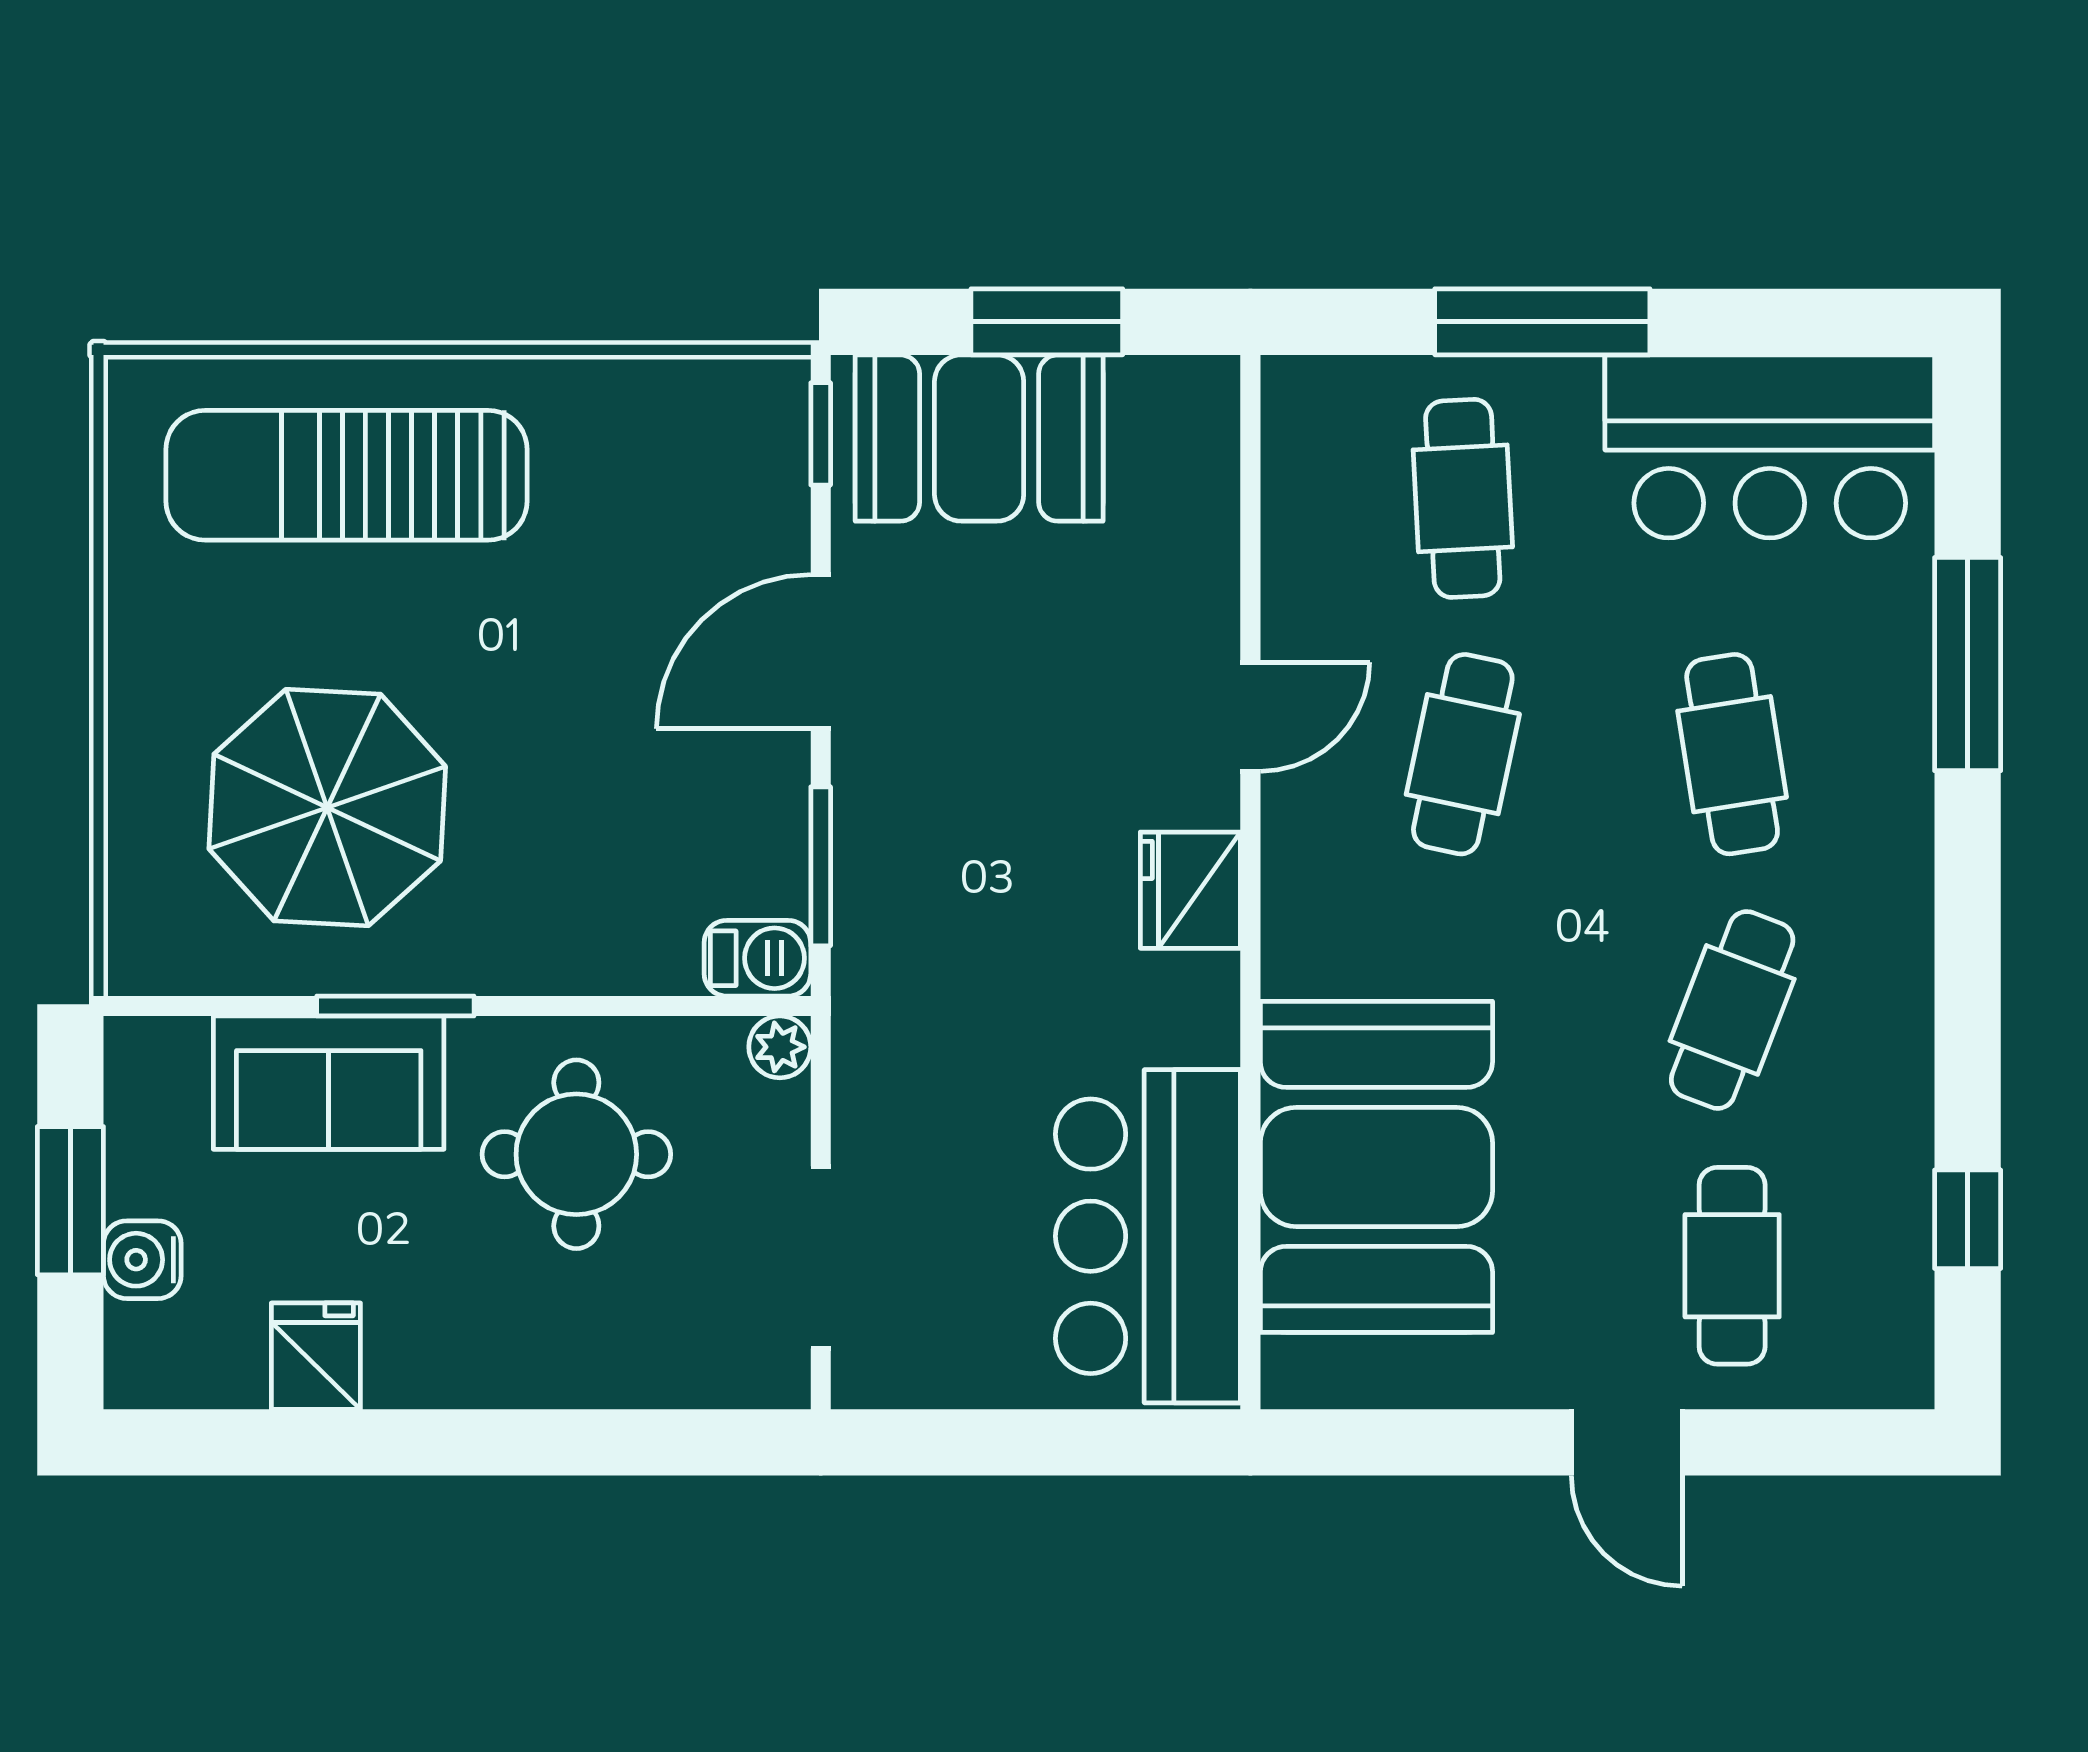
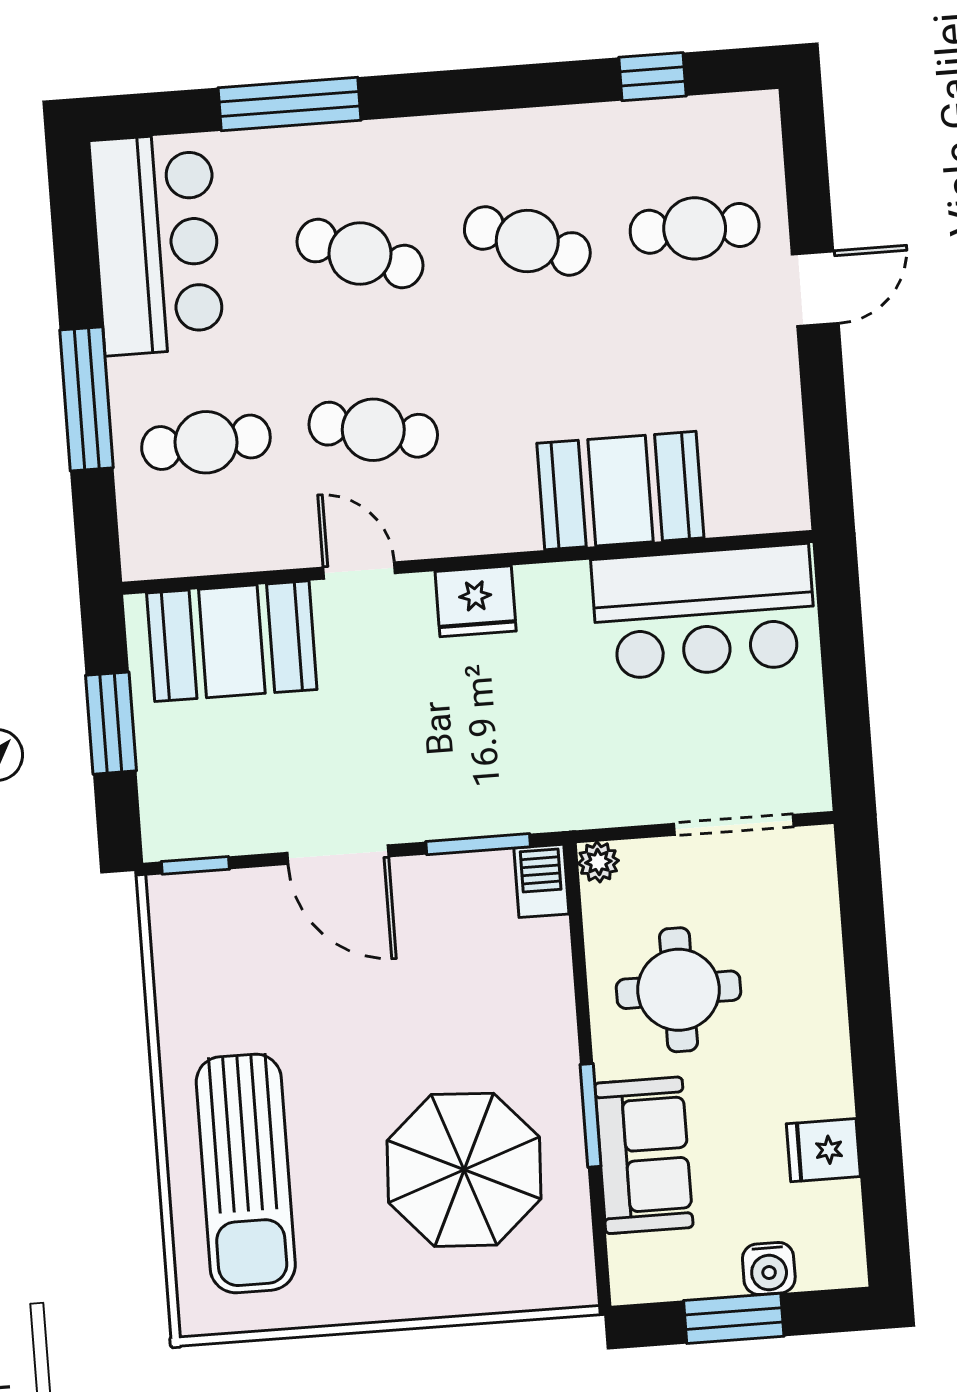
booth: (979, 438) -> (232, 641), moved, turned 90
cafe table: (1732, 754) -> (360, 254), turned 30
booth: (1376, 1167) -> (620, 491), width x0.73, depth x0.70

